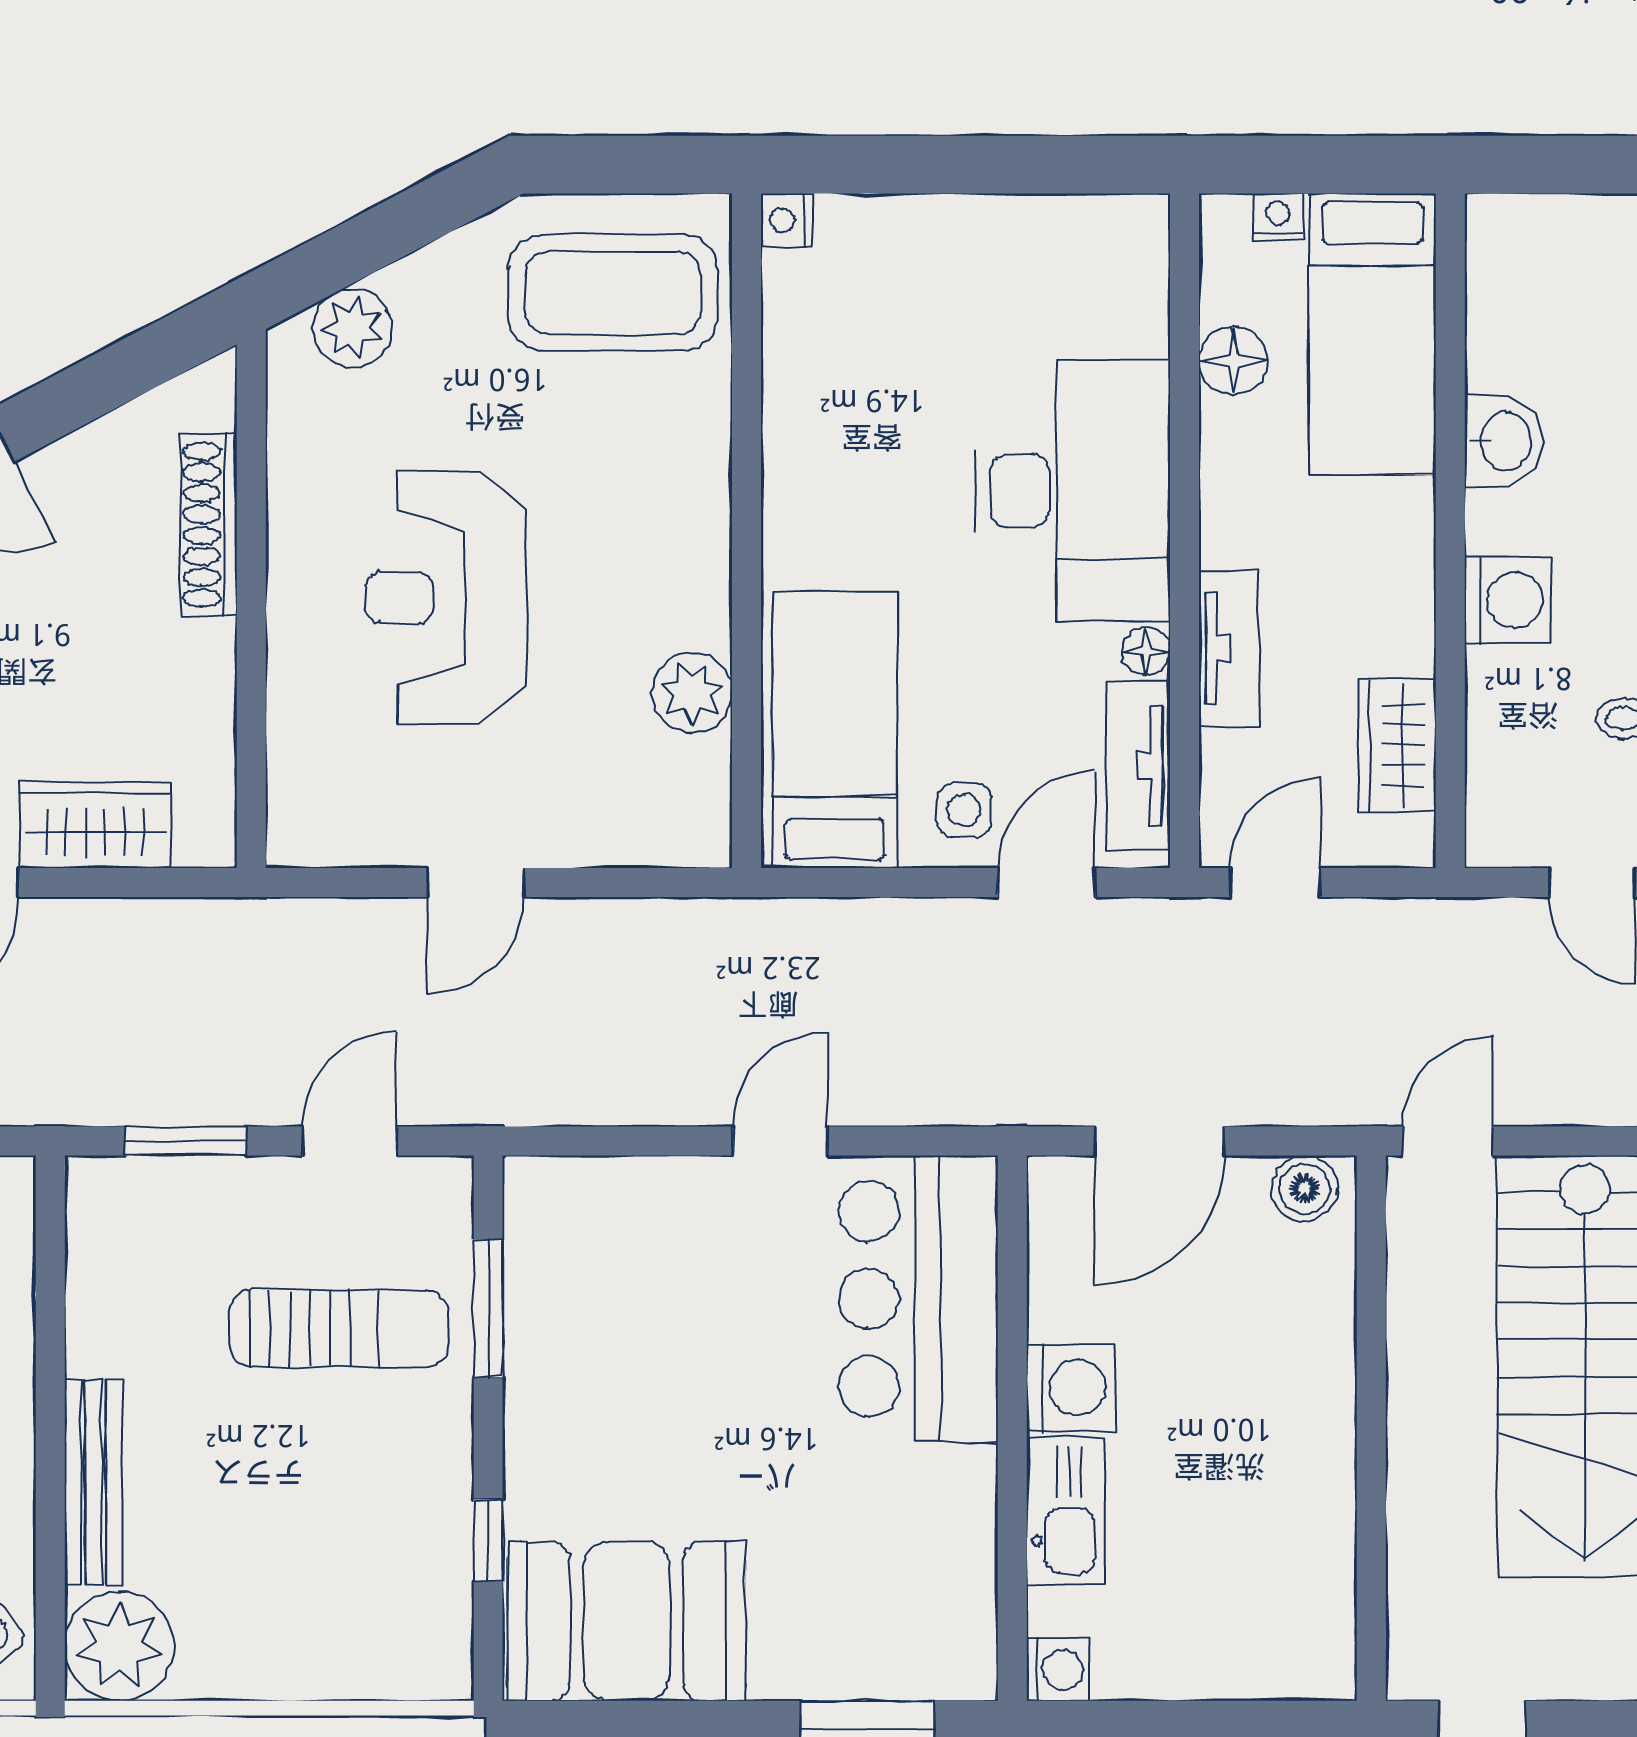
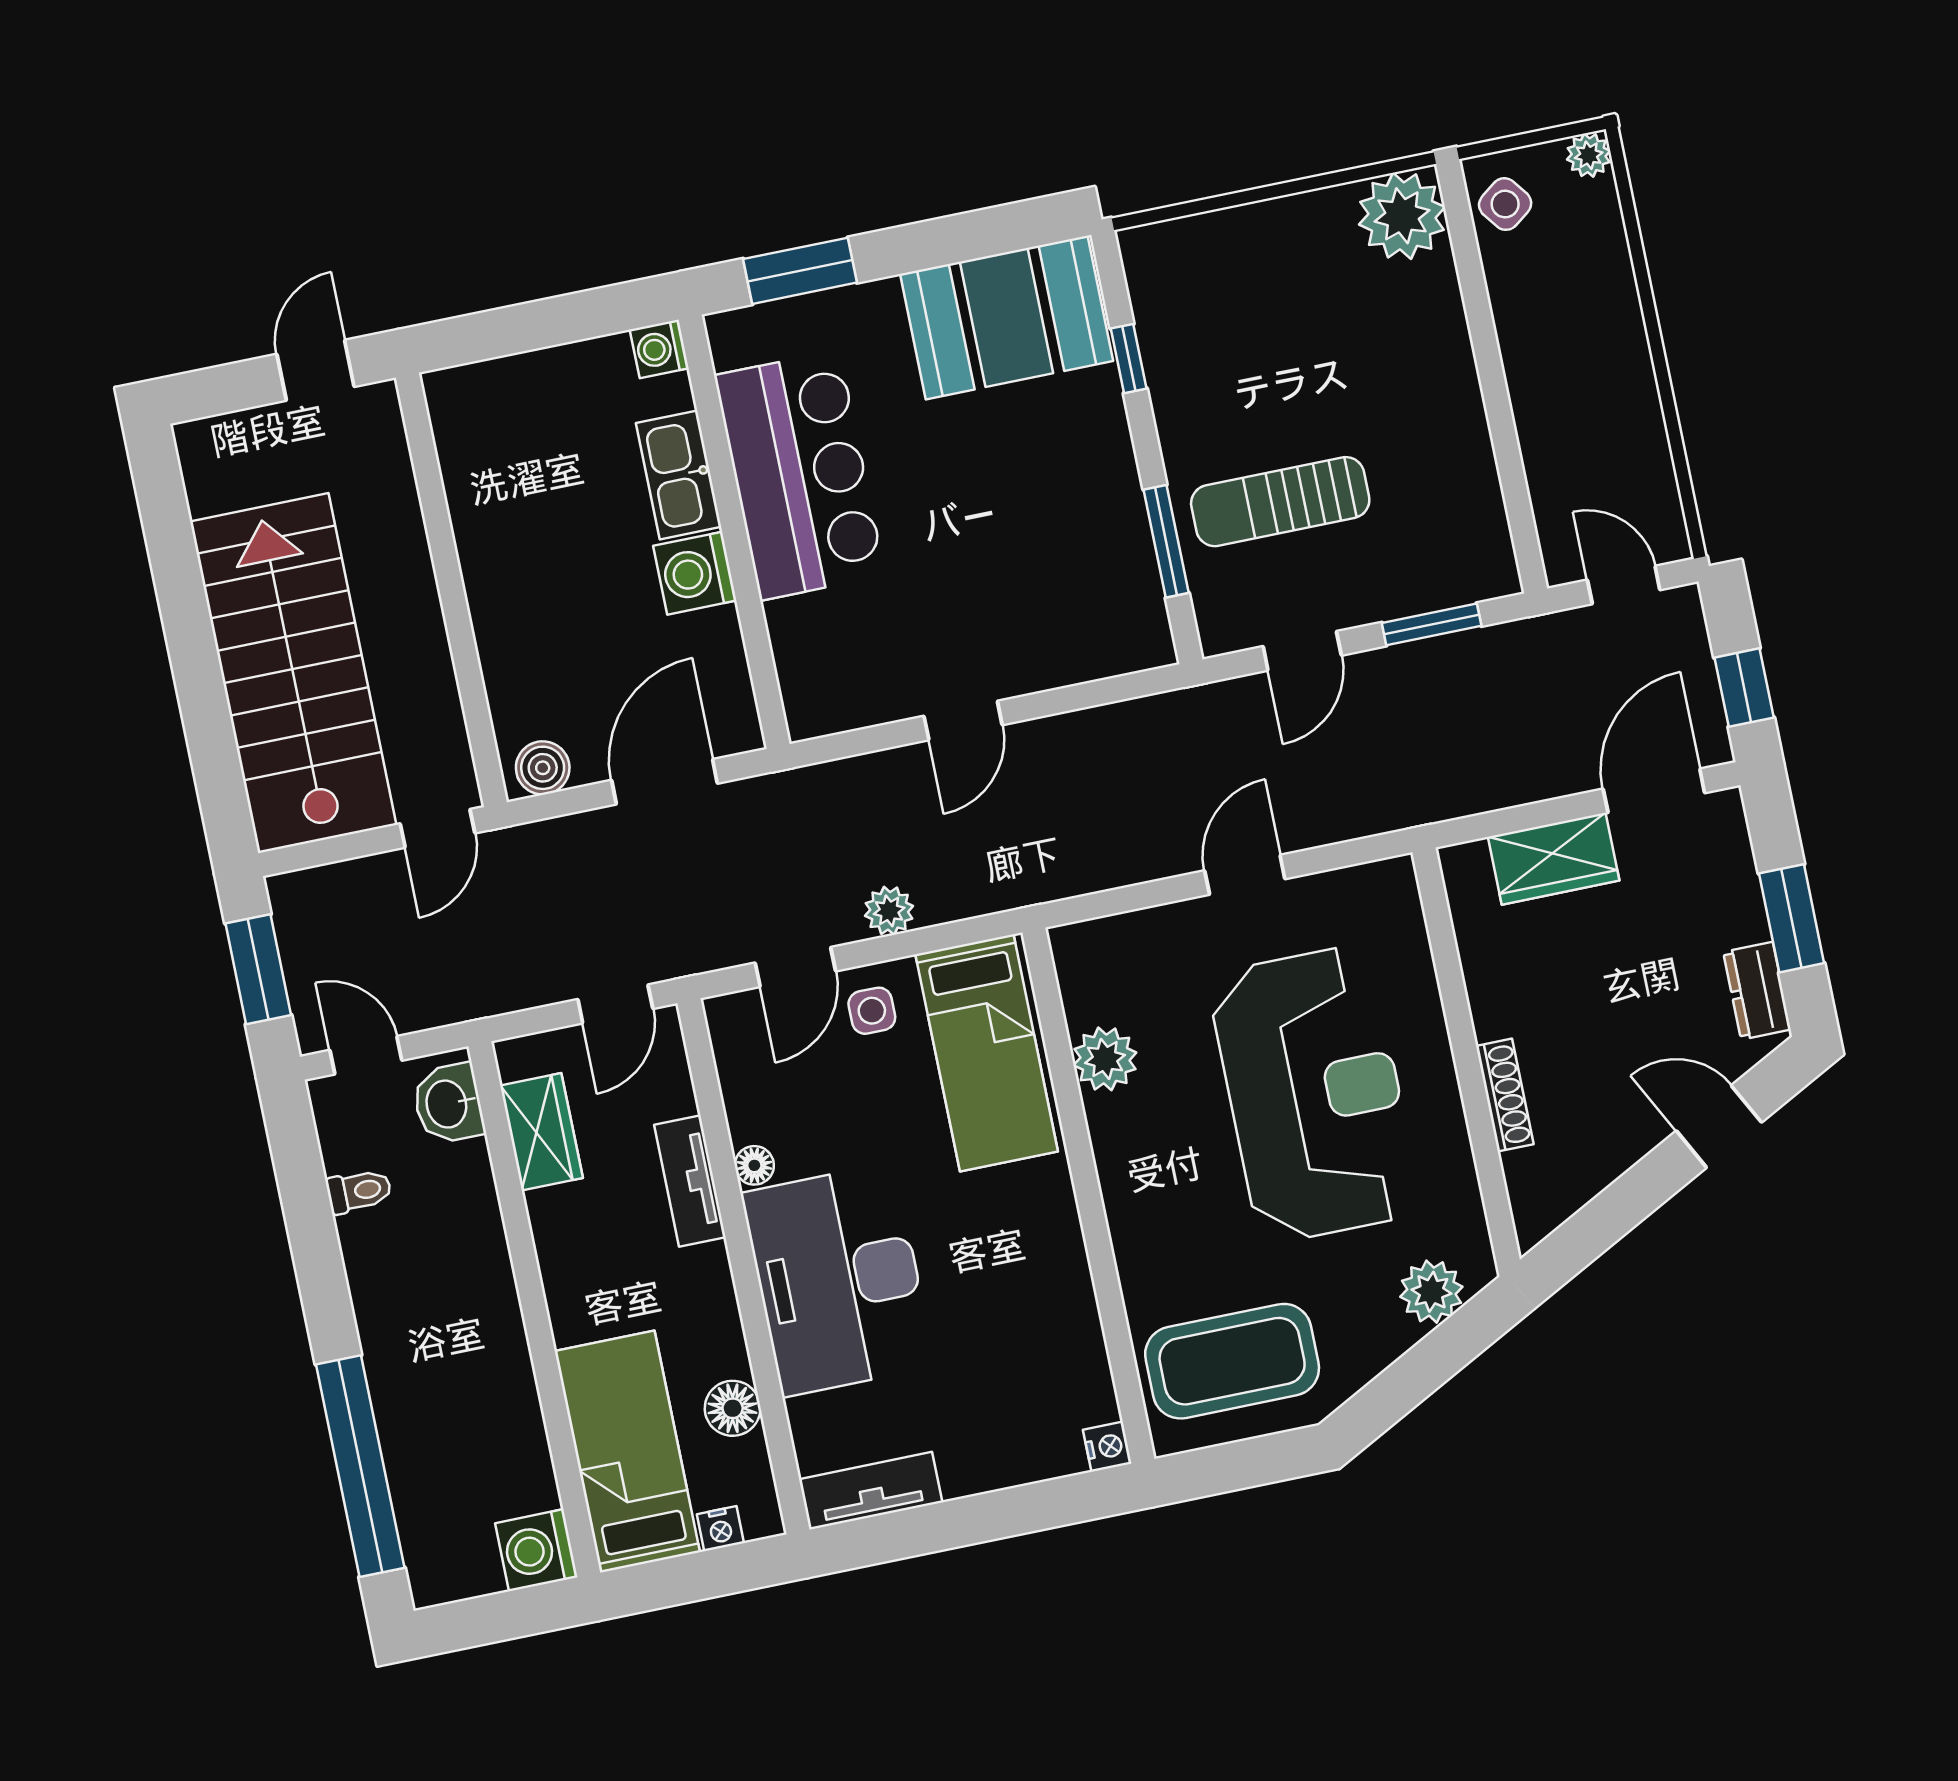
washbasin: (1504, 441) -> (448, 1104), moved
shoe rack: (209, 525) -> (1505, 1095), width x0.74, depth x0.81
reception desk: (446, 598) -> (1314, 1094), width x1.36, depth x1.30
washing machine: (1508, 600) -> (536, 1550), moved
tv unit: (1138, 765) -> (871, 1491), moved, turned -90
plant: (918, 928) -> (889, 911), added
bar counter: (918, 1299) -> (800, 475), moved
bench: (93, 1483) -> (1449, 340), removed

